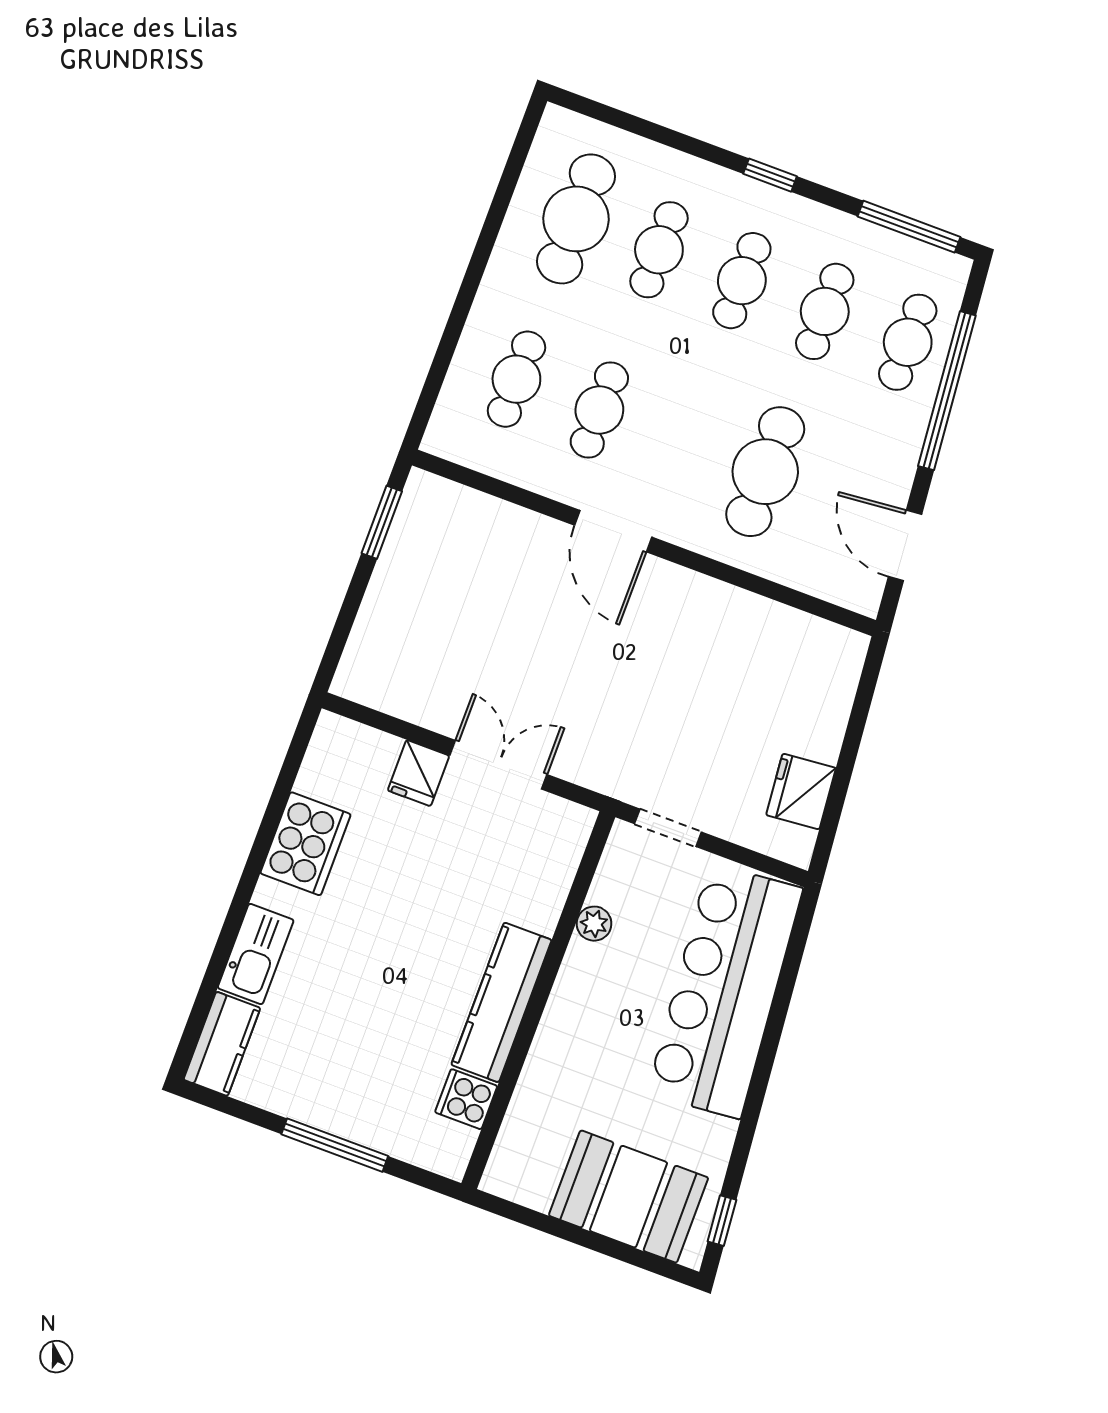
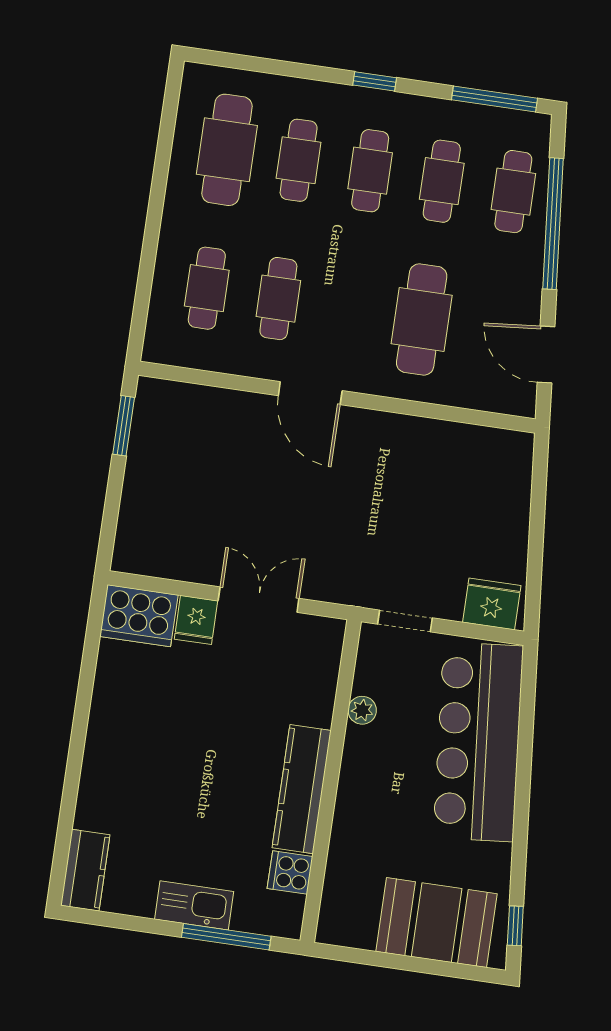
fridge: (801, 792) -> (492, 604), moved, turned 95
cooker: (305, 844) -> (139, 616), moved, turned 90
kitchen sink: (256, 954) -> (194, 905), moved, turned -90
window: (335, 1145) -> (226, 937), moved

